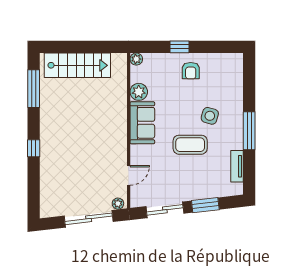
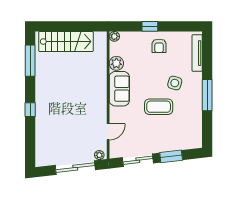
tv unit: (237, 166) -> (197, 53), moved, width x1.41

